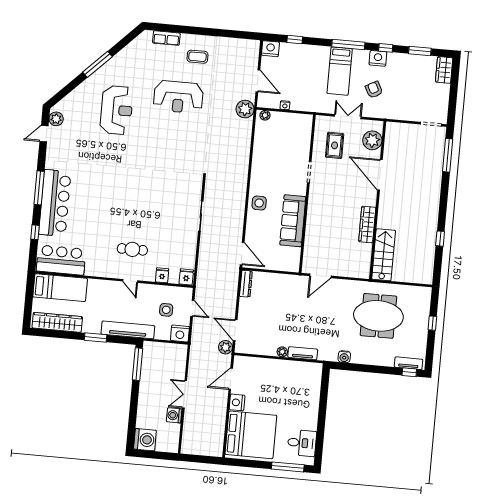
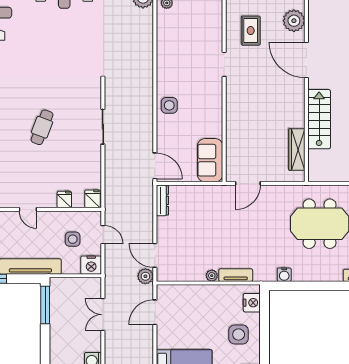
sofa: (293, 221) -> (210, 160), moved, width x0.73
wardrobe: (367, 225) -> (297, 150), moved
cafe table: (132, 249) -> (42, 127), moved, turned -69
stairs: (384, 255) -> (319, 119), moved
double door: (185, 394) -> (103, 315), moved
nightstand: (237, 402) -> (252, 303), moved, turned 180
side table: (301, 404) -> (239, 334), added

